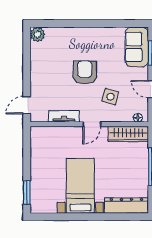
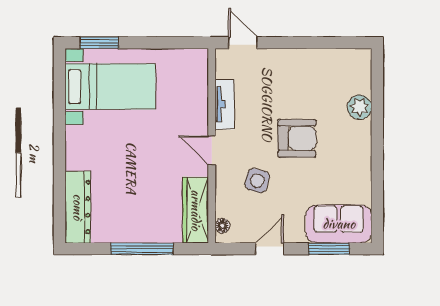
plant: (37, 34) -> (360, 107), moved
bed with nightstands: (80, 186) -> (110, 87), moved

